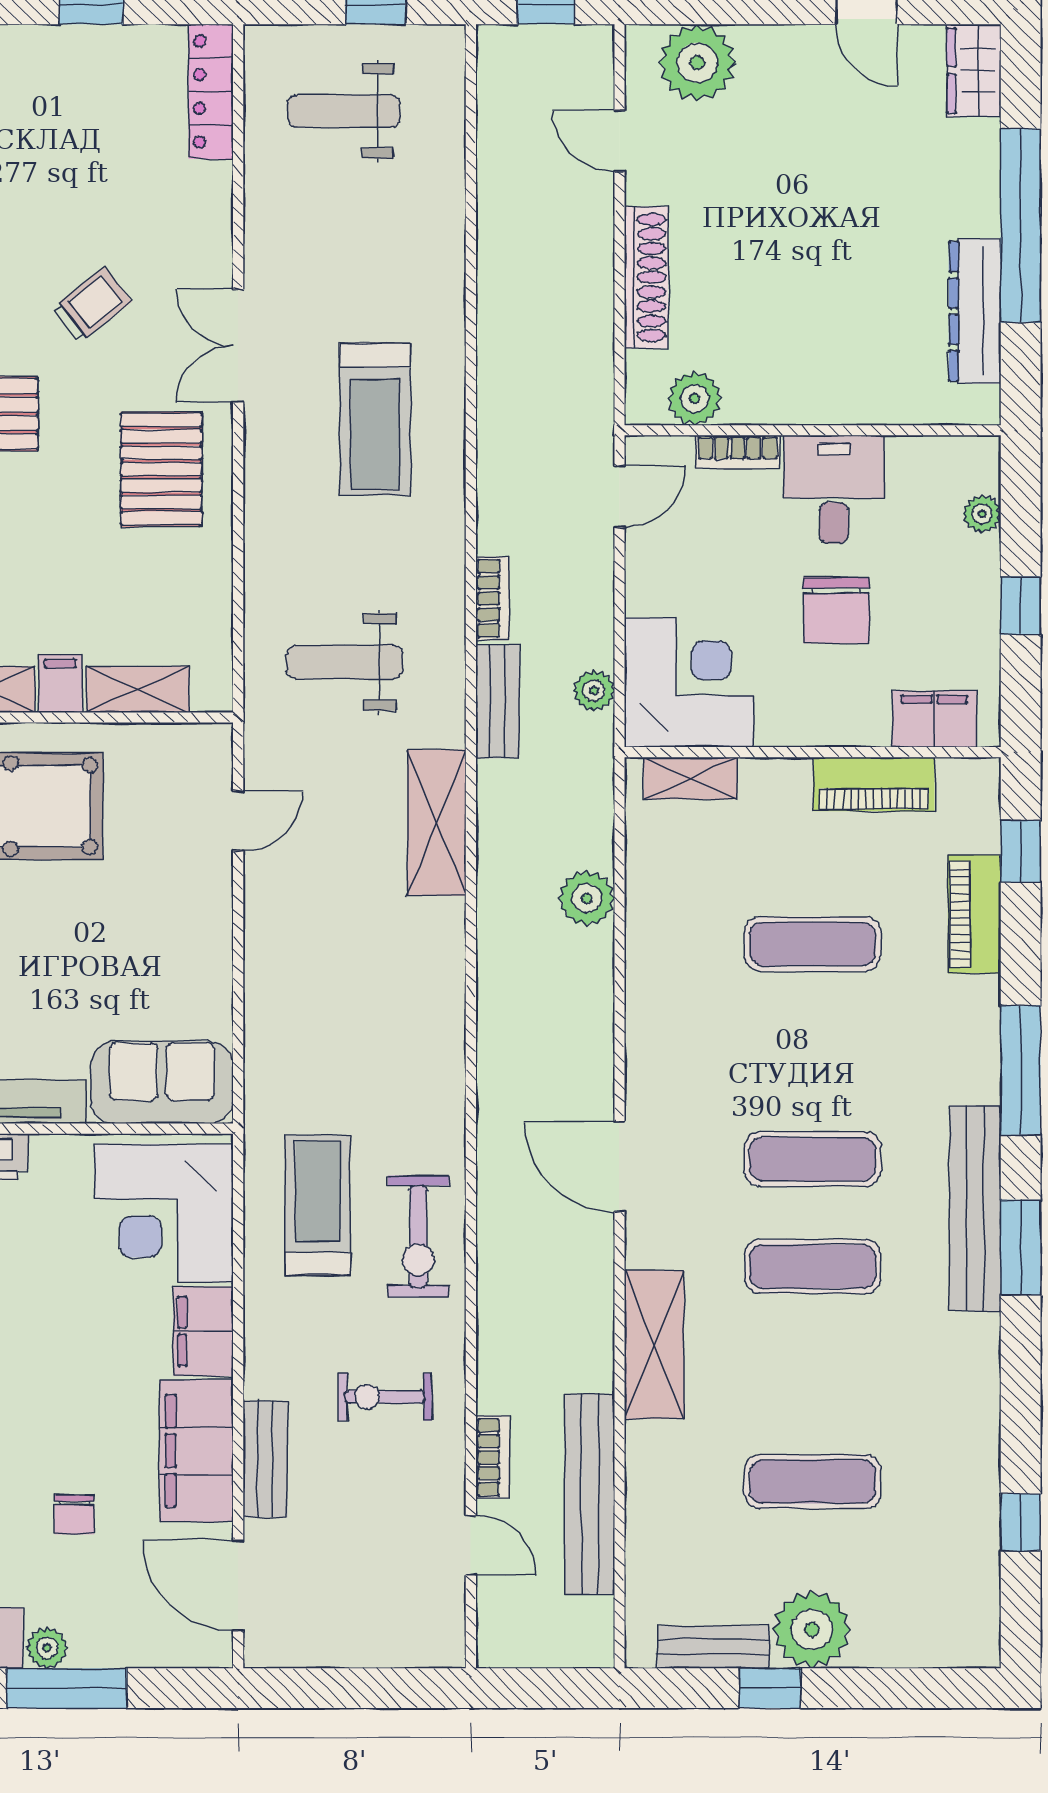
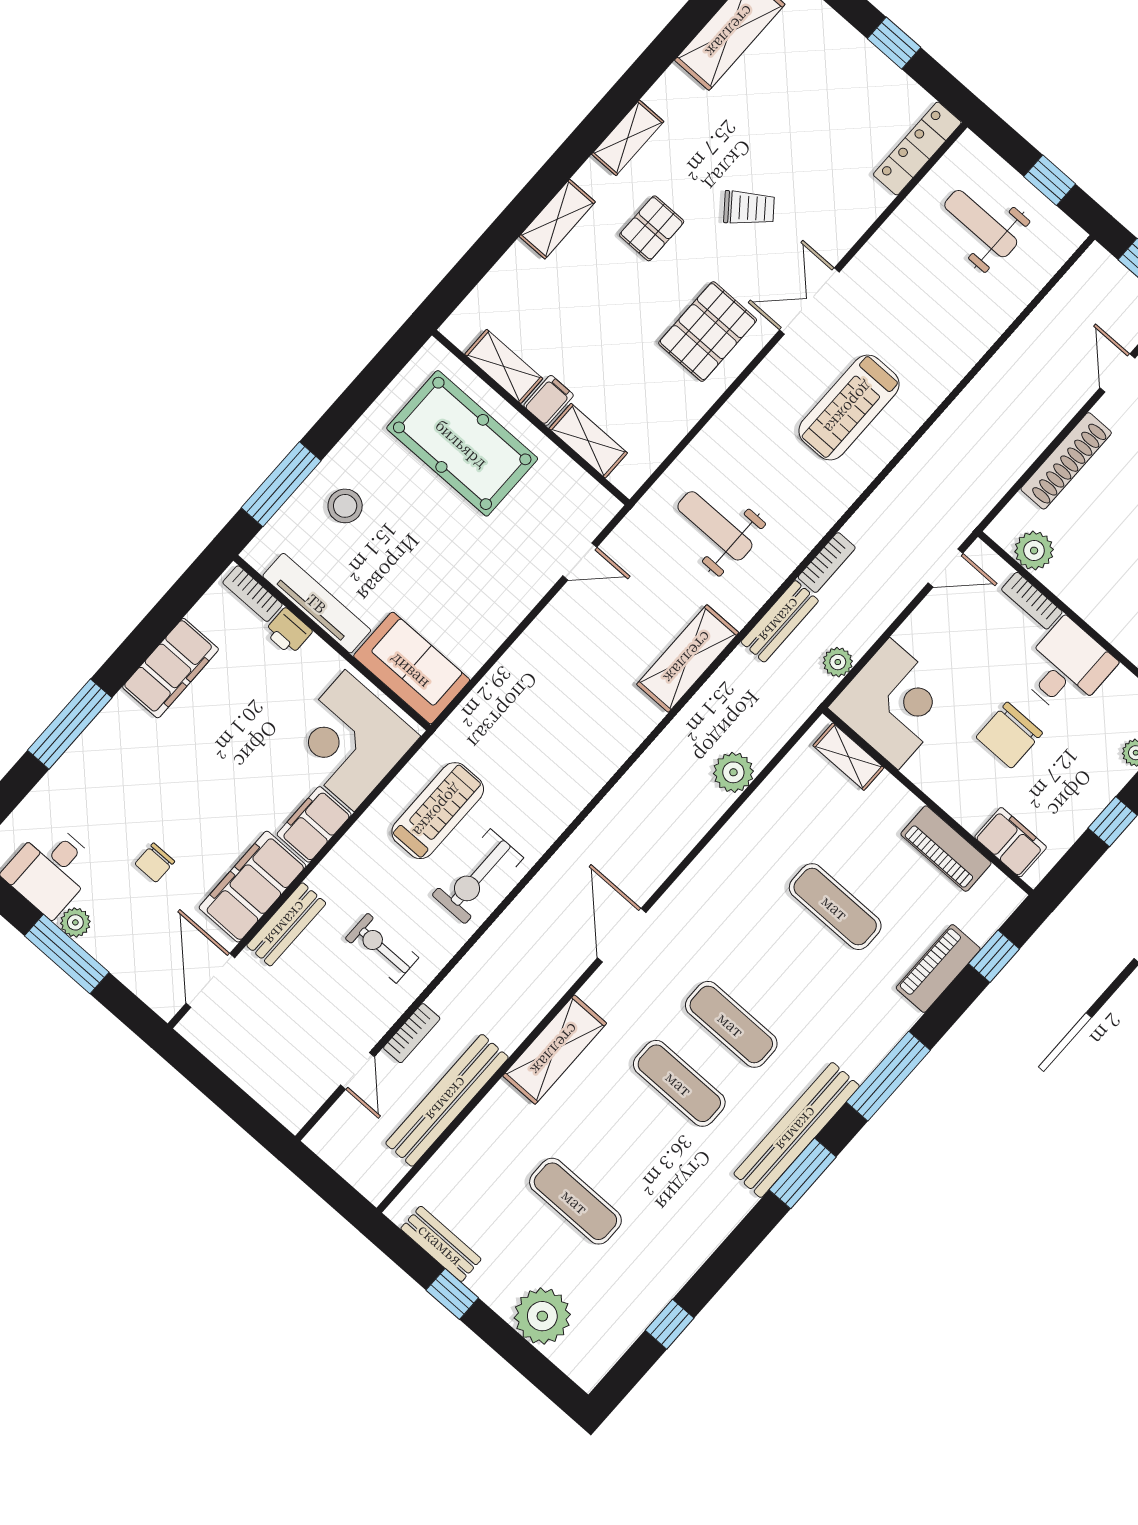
plant: (812, 1629) -> (542, 1316), moved

